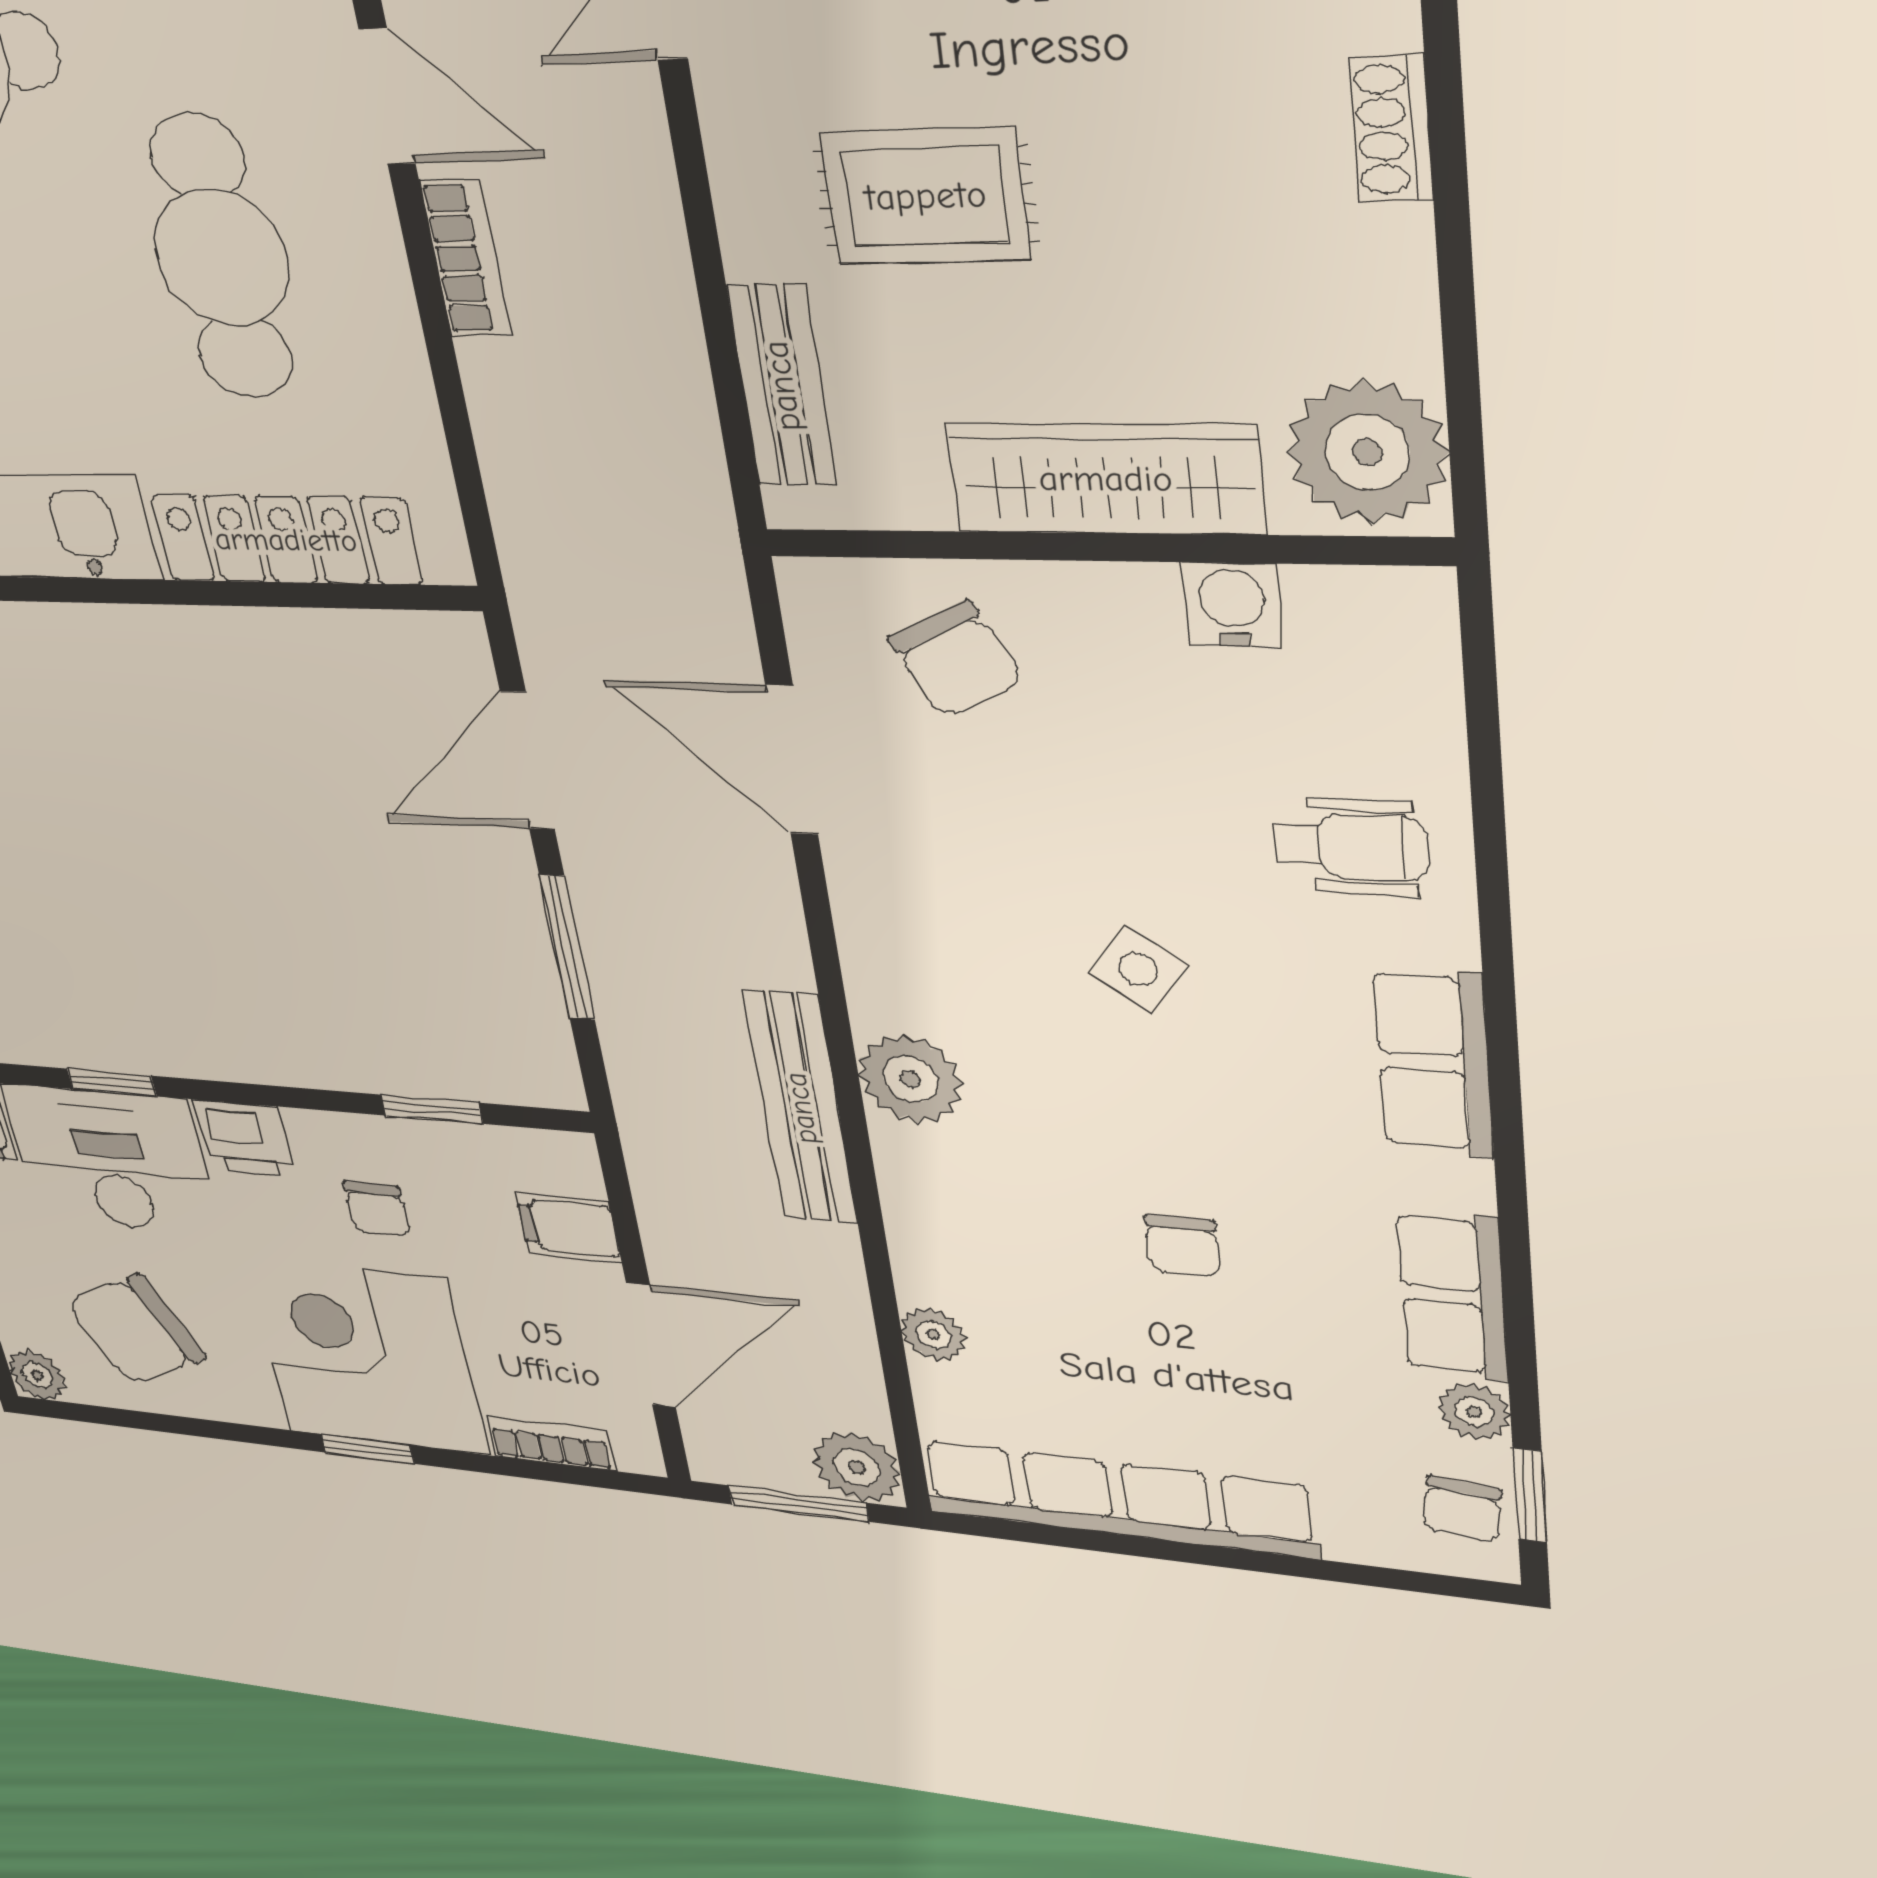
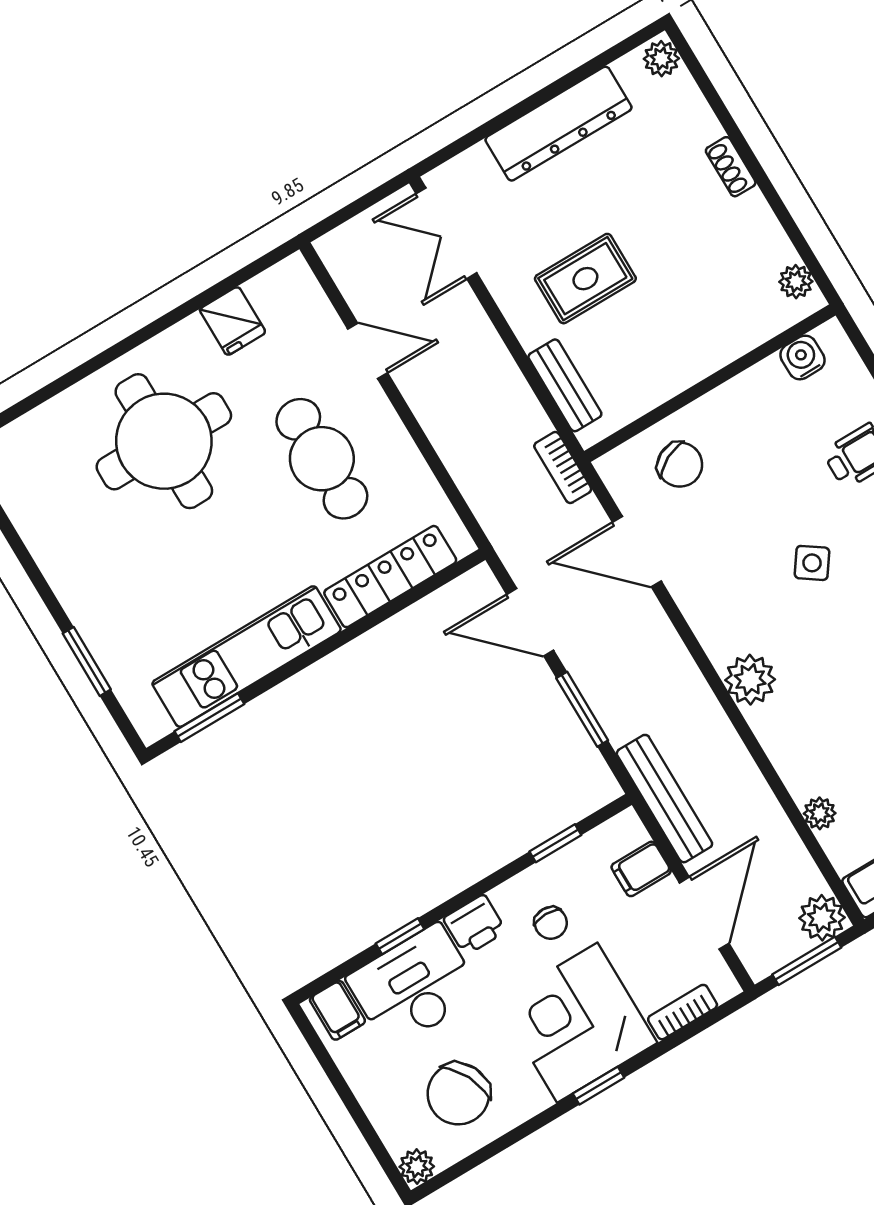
bookcase: (466, 258) -> (563, 468), moved, turned 180
plant: (1367, 452) -> (796, 282), width x0.53, depth x0.53
wardrobe: (1106, 479) -> (699, 354), removed
water cooler: (1232, 605) -> (803, 357), moved
door: (528, 761) -> (530, 622), hinge flipped
bench: (801, 1108) -> (664, 799), moved

